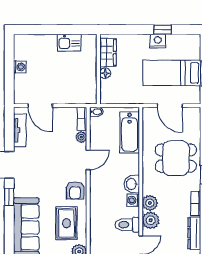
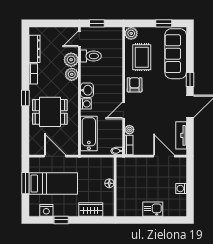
nightstand: (158, 41) -> (46, 210), moved
kitchen sink: (69, 43) -> (153, 209), moved
wardrobe: (108, 53) -> (91, 209), moved, turned 90
washing machine: (133, 200) -> (86, 104), moved

